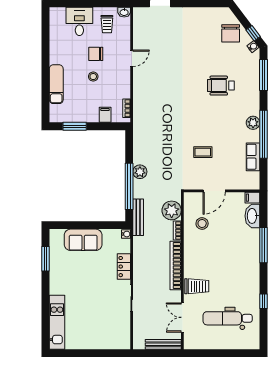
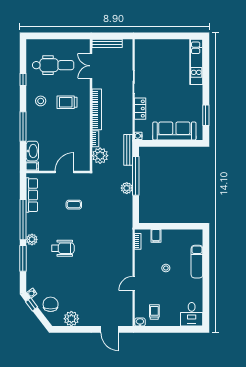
plant: (206, 16) -> (71, 319), added
desk: (79, 21) -> (192, 314), moved
chair: (96, 54) -> (164, 287), removed
window: (263, 75) -> (23, 258), moved
wheelchair: (221, 86) -> (63, 248), moved
plant: (253, 123) -> (32, 239), moved
window: (75, 126) -> (182, 226), removed
row of seats: (253, 157) -> (32, 195), width x1.48
stool: (202, 224) -> (41, 101), moved
sofa: (83, 240) -> (174, 131), width x1.36
trolley: (197, 286) -> (67, 102), moved
double door: (182, 317) -> (91, 66), swing flipped

